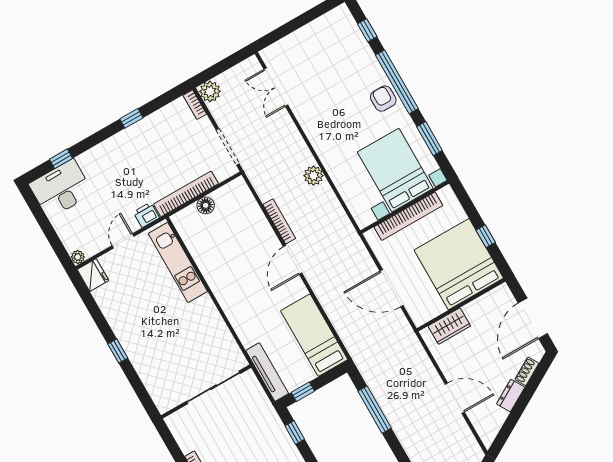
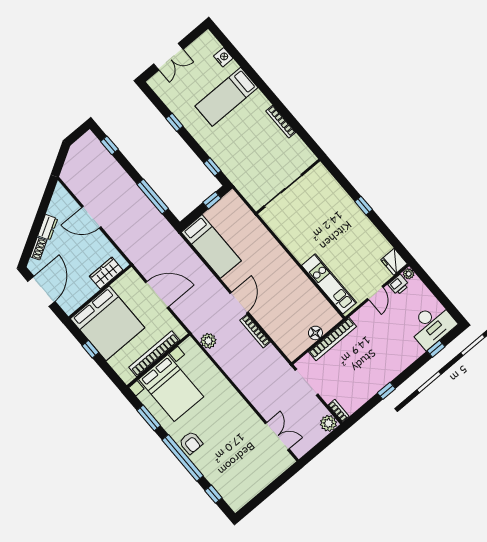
plant: (314, 176) -> (208, 341), moved
printer: (146, 215) -> (399, 285), moved
tv unit: (267, 372) -> (243, 211), removed

